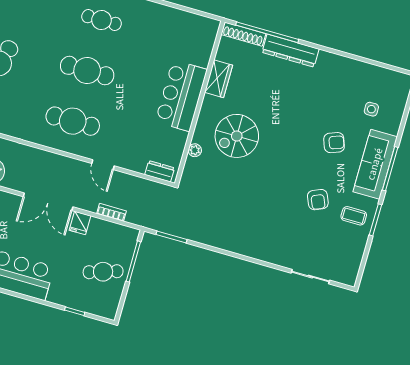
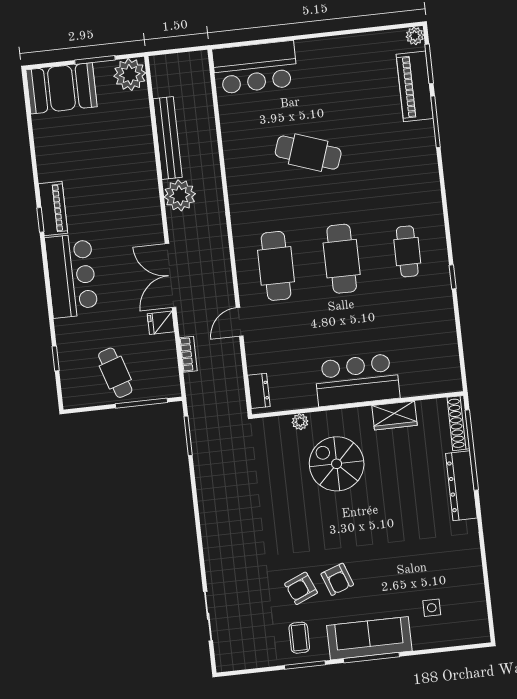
armchair: (334, 143) -> (337, 579), moved

